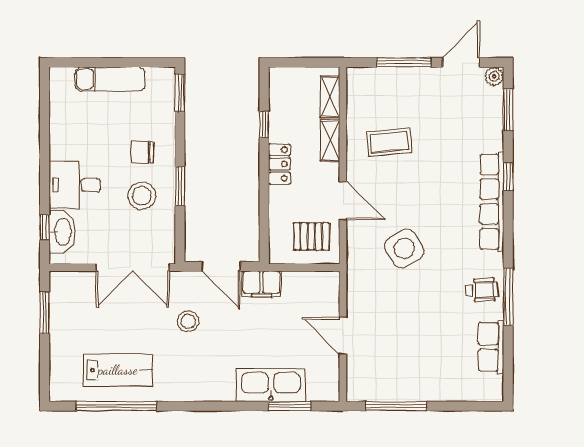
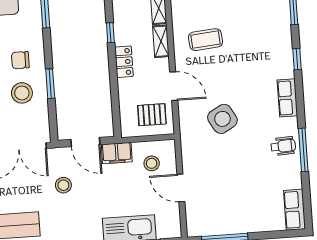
row of seats: (492, 202) -> (287, 98), width x0.50
stool: (307, 301) -> (152, 163), added
row of seats: (491, 347) -> (295, 210), moved

